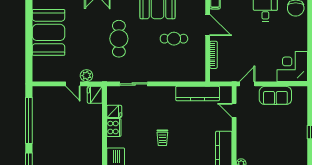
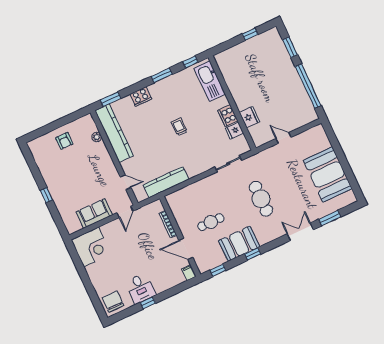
plant: (86, 76) -> (275, 151), removed
fridge: (95, 95) -> (249, 117), moved

